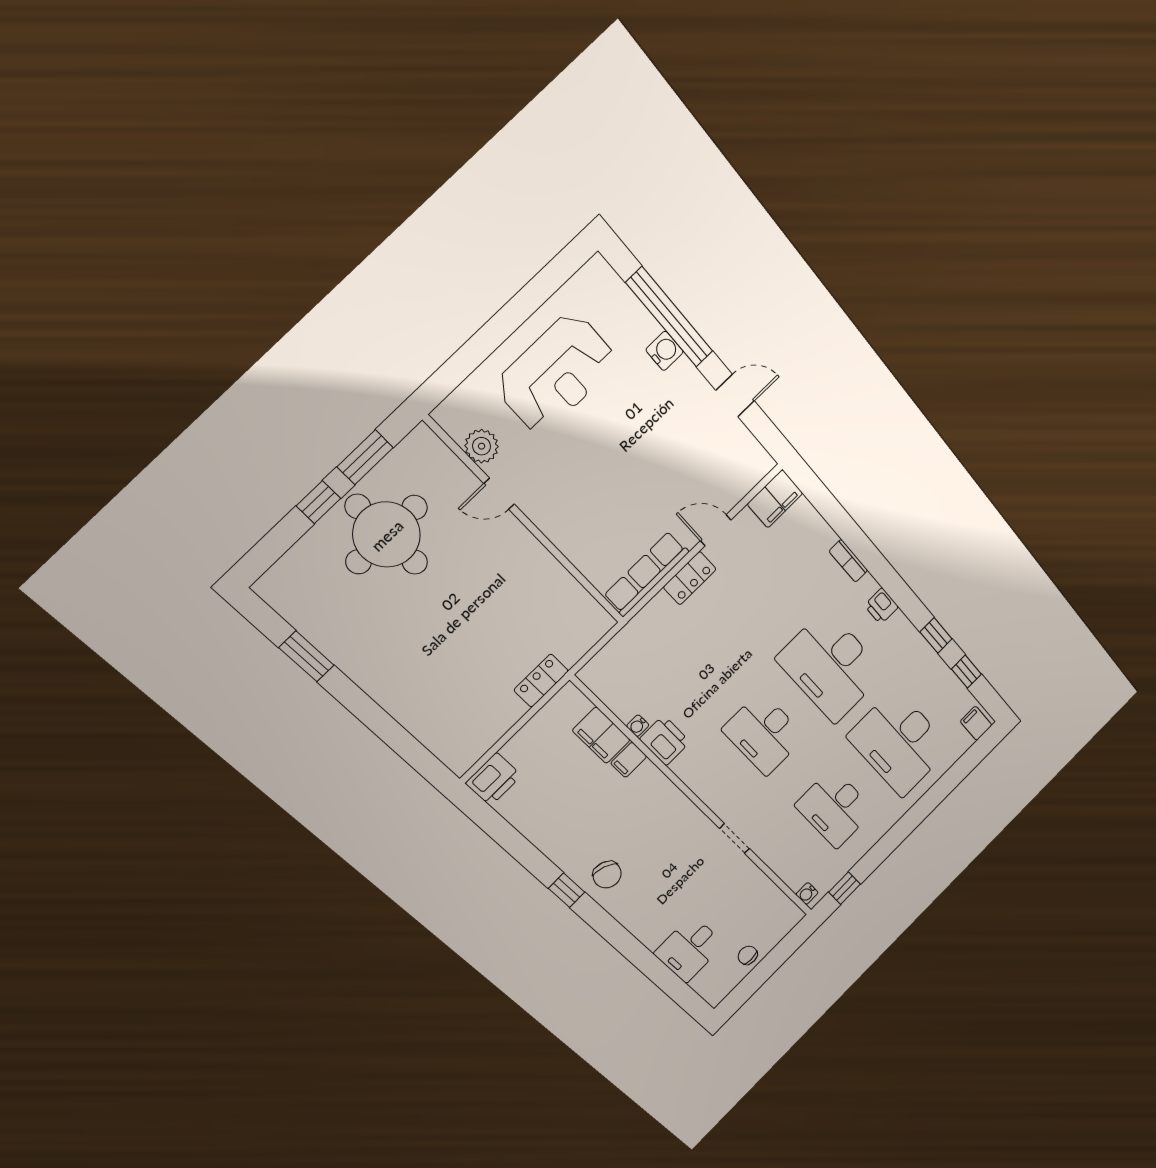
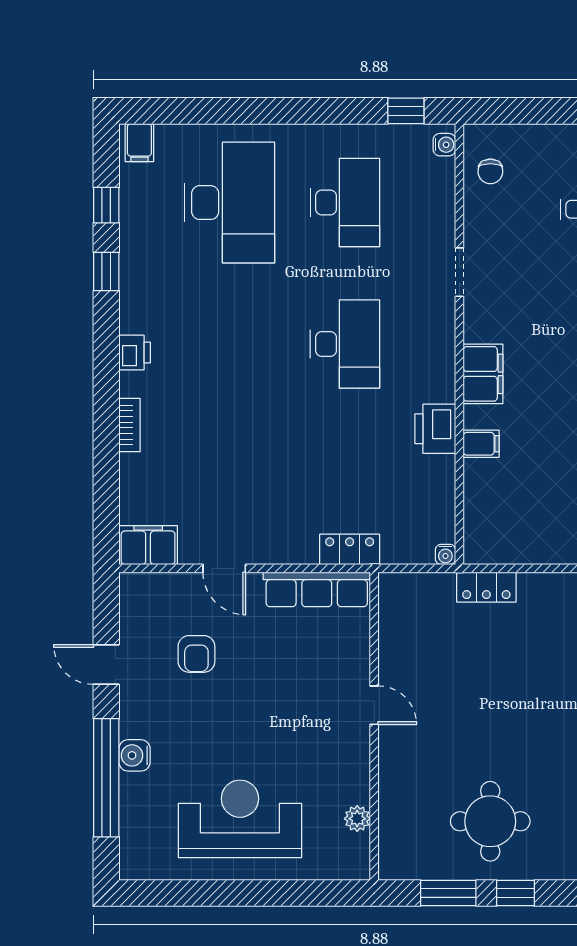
plant: (482, 446) -> (357, 819), width x0.73, depth x0.73
armchair: (684, 458) -> (196, 654), added
door: (499, 494) -> (374, 705), moved
round table: (387, 535) -> (490, 821), width x0.73, depth x0.73
locker: (690, 578) -> (350, 549), moved
desk: (831, 666) -> (230, 344), removed
water cooler: (638, 726) -> (445, 554), moved, turned 90
filing cabinet: (601, 735) -> (483, 374), moved
chair: (748, 955) -> (490, 171), moved

